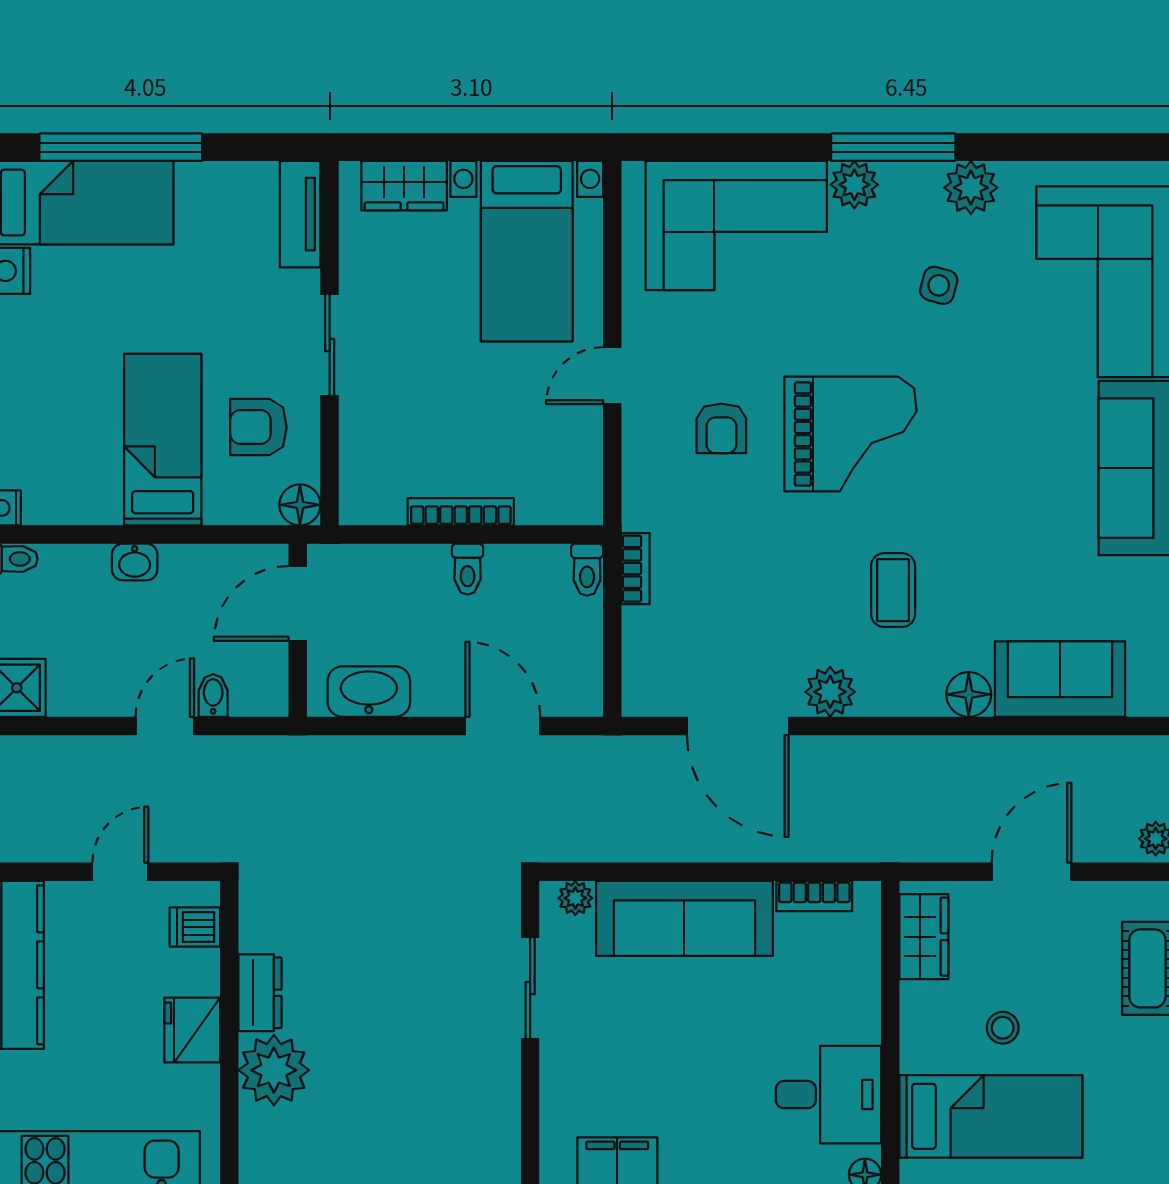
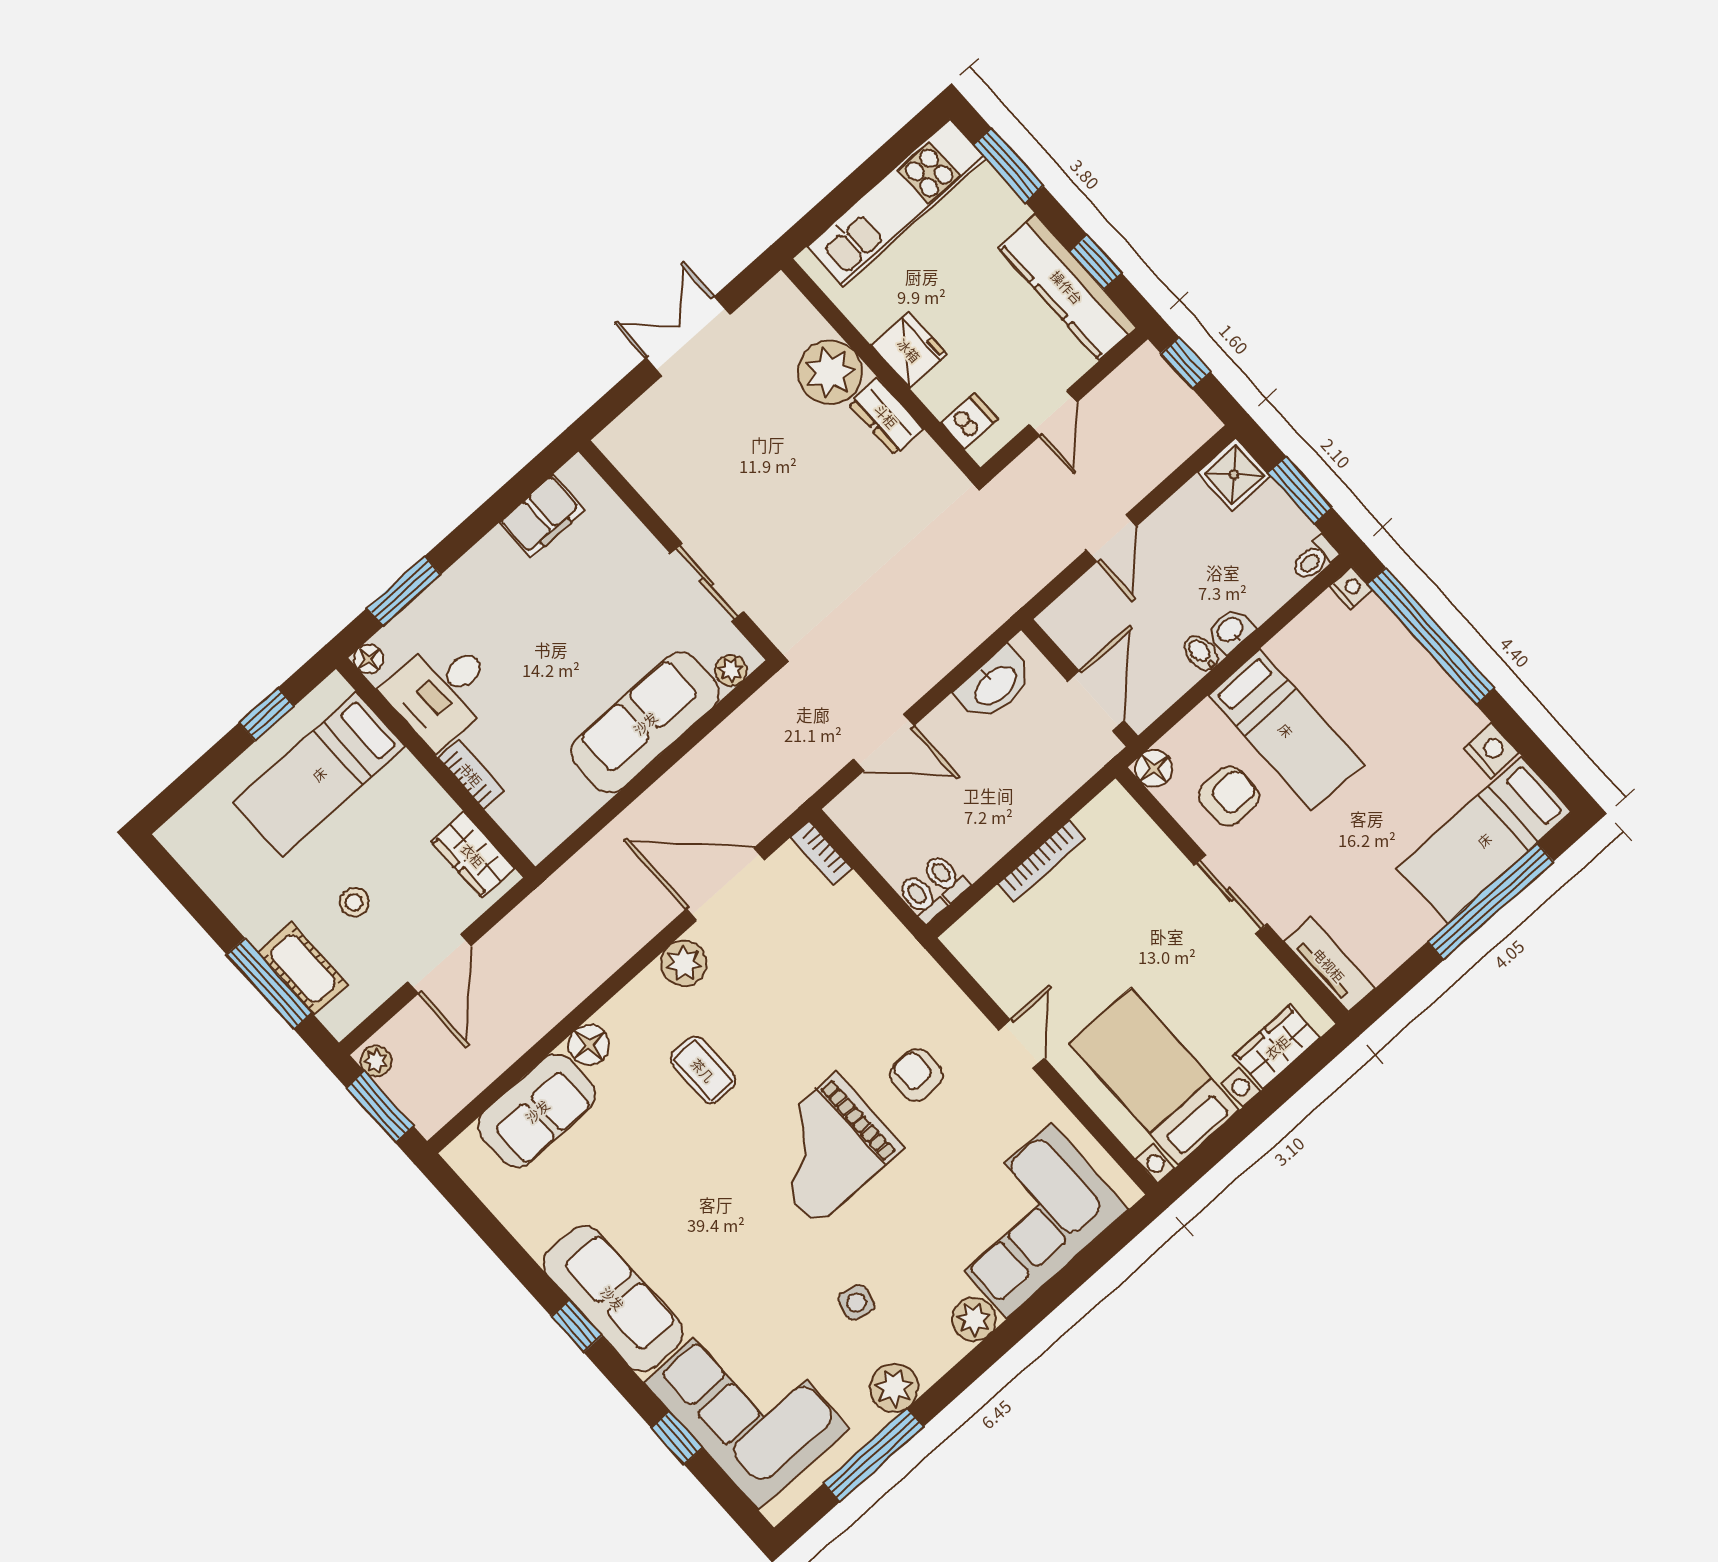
window: (893, 147) -> (873, 1455), moved
toilet: (468, 569) -> (945, 878), moved
bookcase: (635, 569) -> (821, 853), moved
bidet: (213, 695) -> (1201, 653), moved, turned 180
bookcase: (814, 896) -> (471, 774), moved, turned 90
stool: (1003, 1028) -> (354, 902), moved

